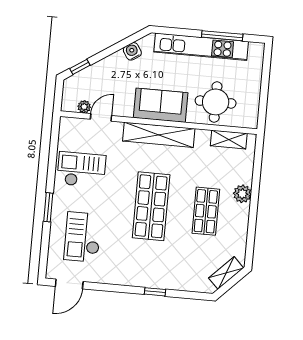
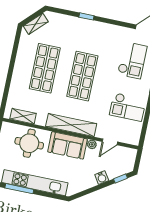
water cooler: (132, 51) -> (102, 178), moved
plant: (84, 107) -> (92, 144), moved
plant: (242, 194) -> (18, 77), removed
shop shelf: (206, 211) -> (45, 68), width x1.43, depth x1.36

